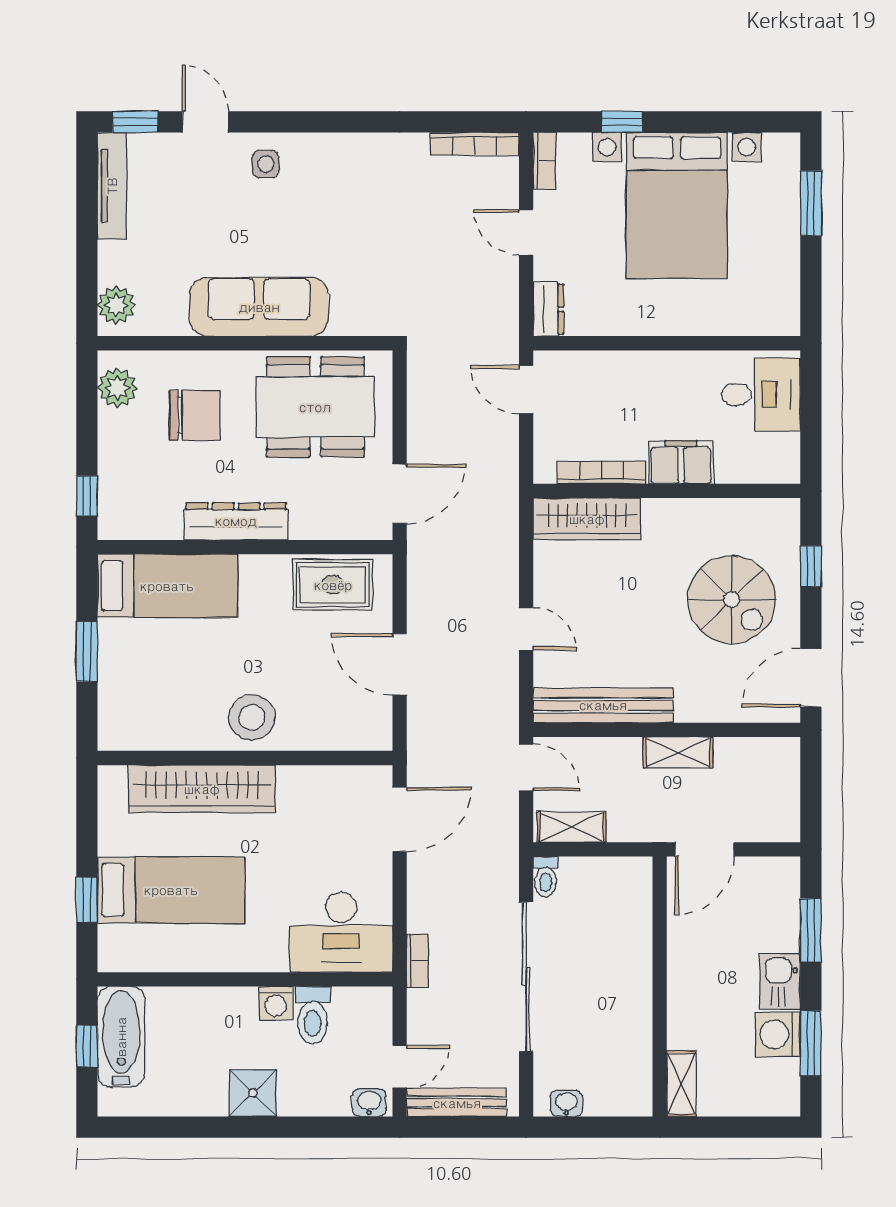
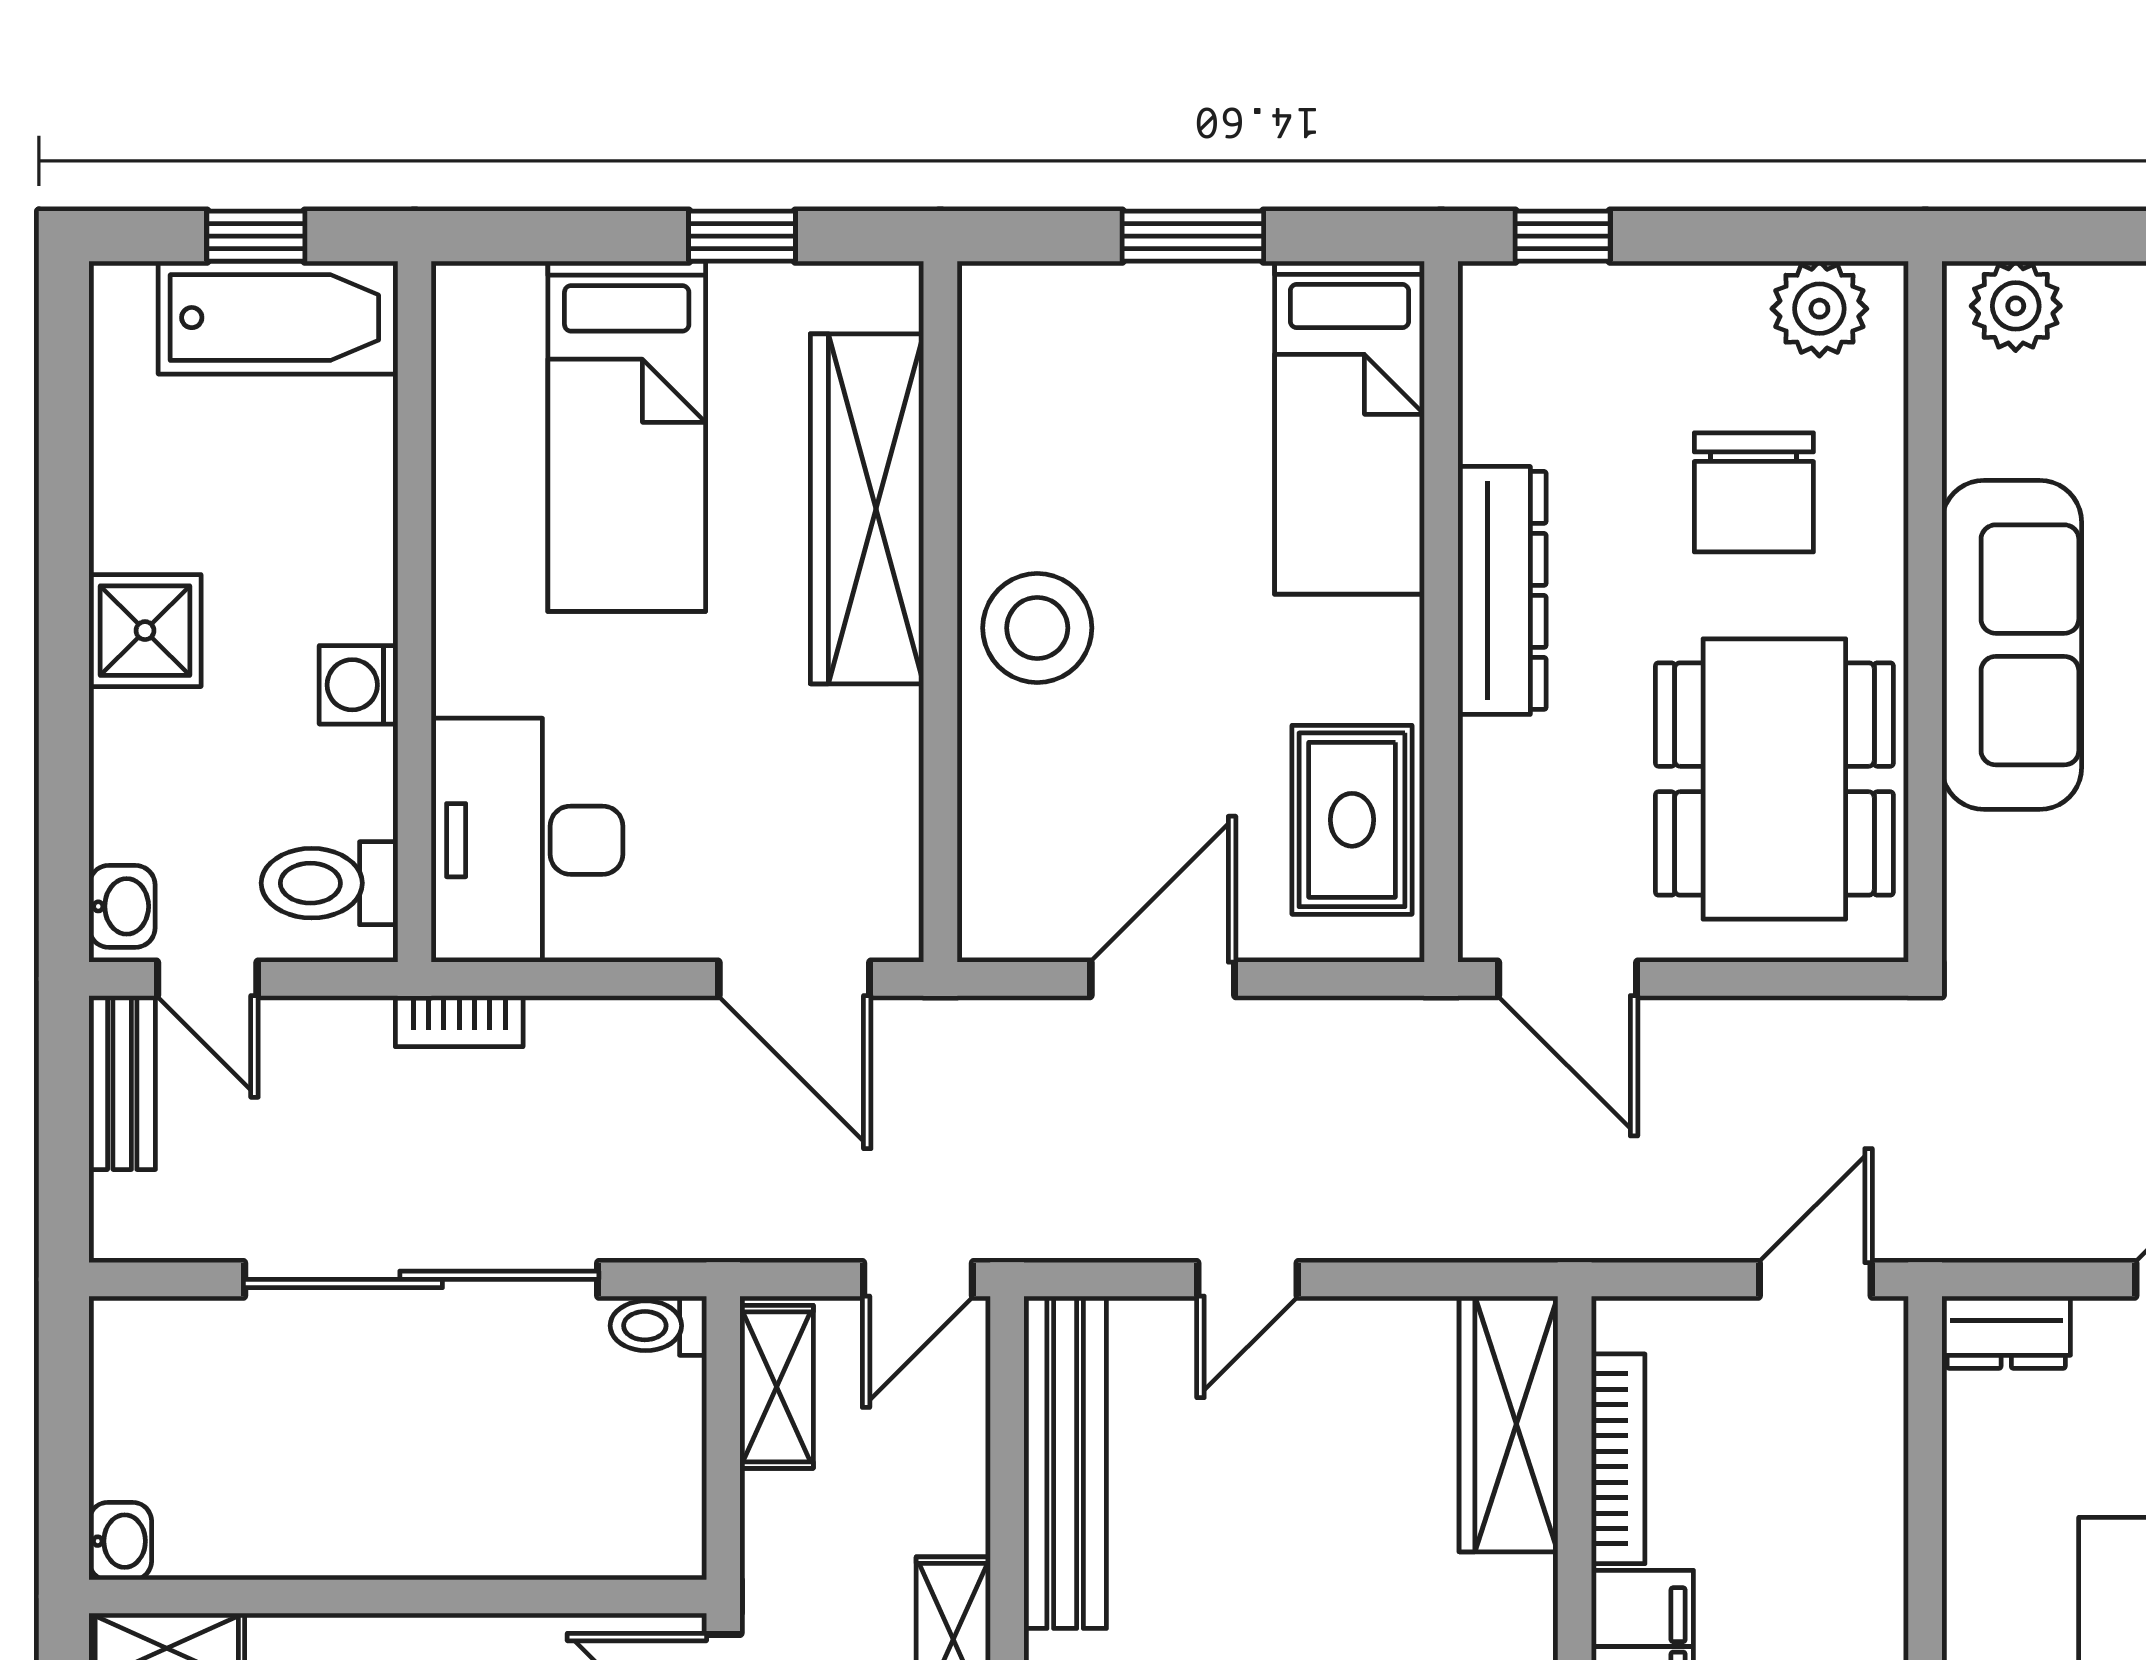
window: (87, 900) -> (742, 236), moved
toilet: (313, 1015) -> (330, 883), moved
bench: (457, 1103) -> (122, 1083), width x0.73
washbasin: (566, 1103) -> (120, 1541), moved

